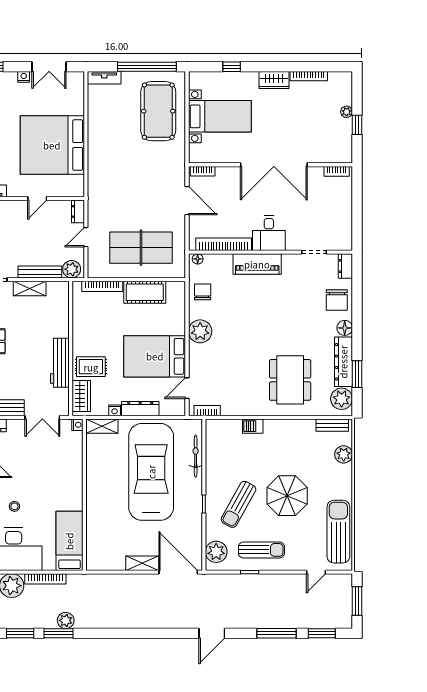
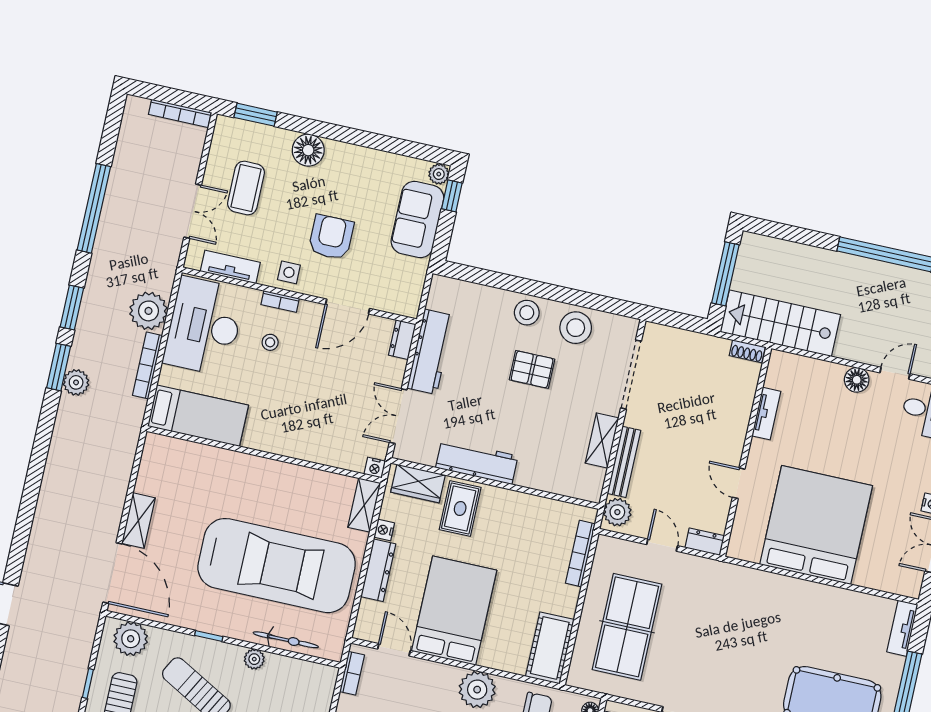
cot: (145, 292) -> (550, 648), moved
plant: (212, 473) -> (254, 659), added
door: (178, 572) -> (112, 573), hinge flipped

